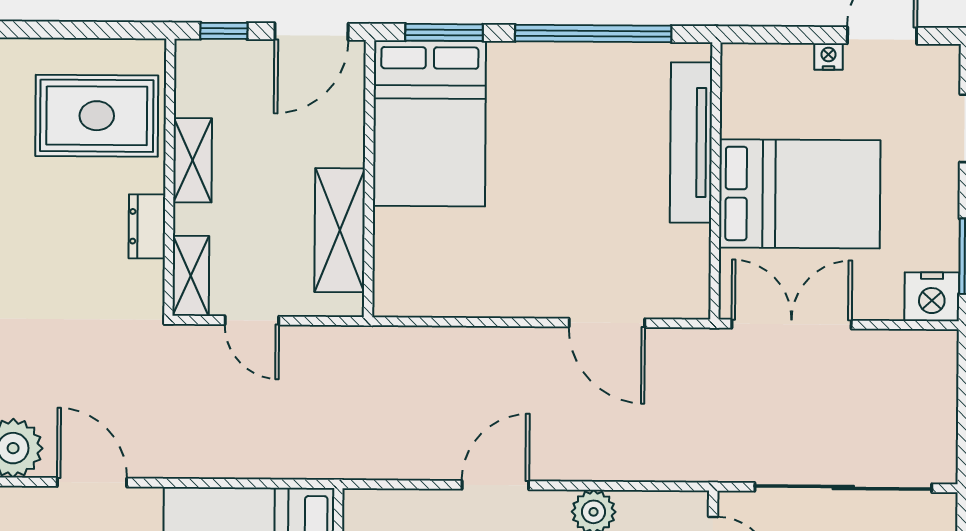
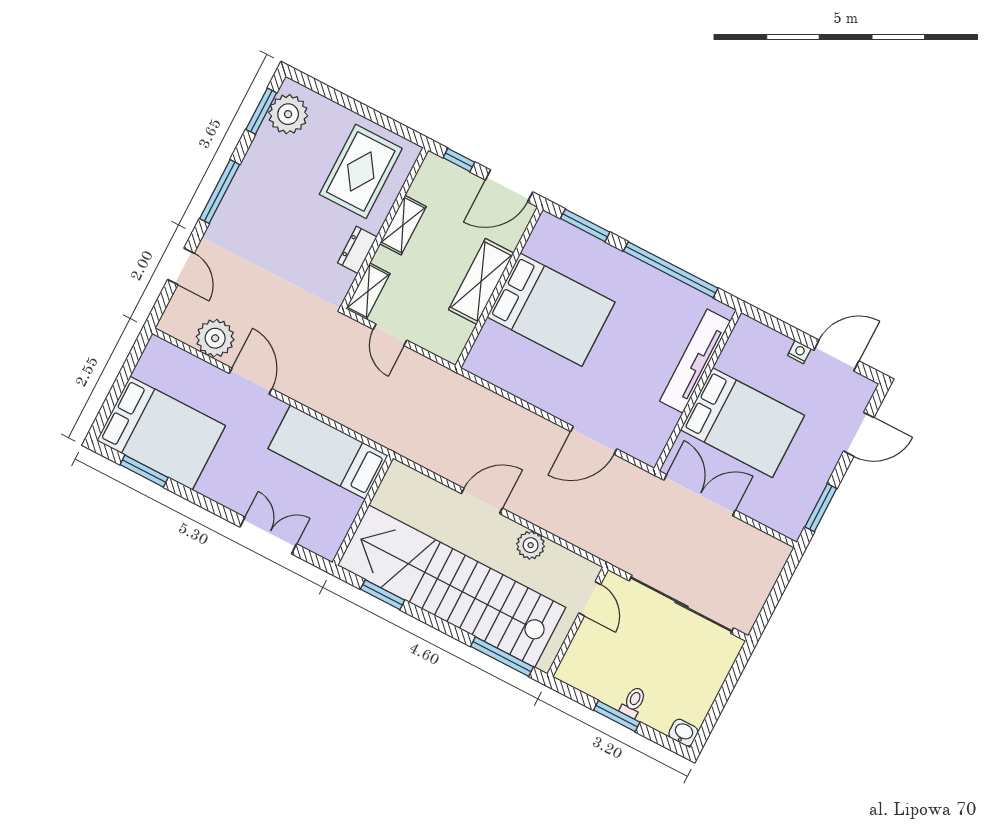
rug: (97, 116) -> (361, 171), turned 90
bed: (429, 123) -> (551, 310), moved, turned -90
shelving: (340, 230) -> (481, 281), moved
nightstand: (932, 297) -> (788, 520), removed
door: (607, 323) -> (594, 440), hinge flipped

